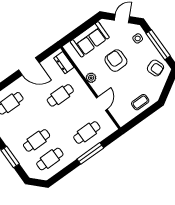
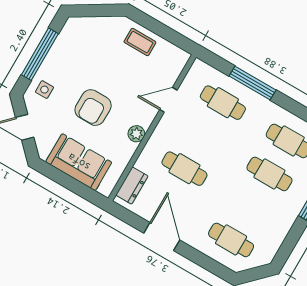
armchair: (155, 68) -> (77, 42), removed

